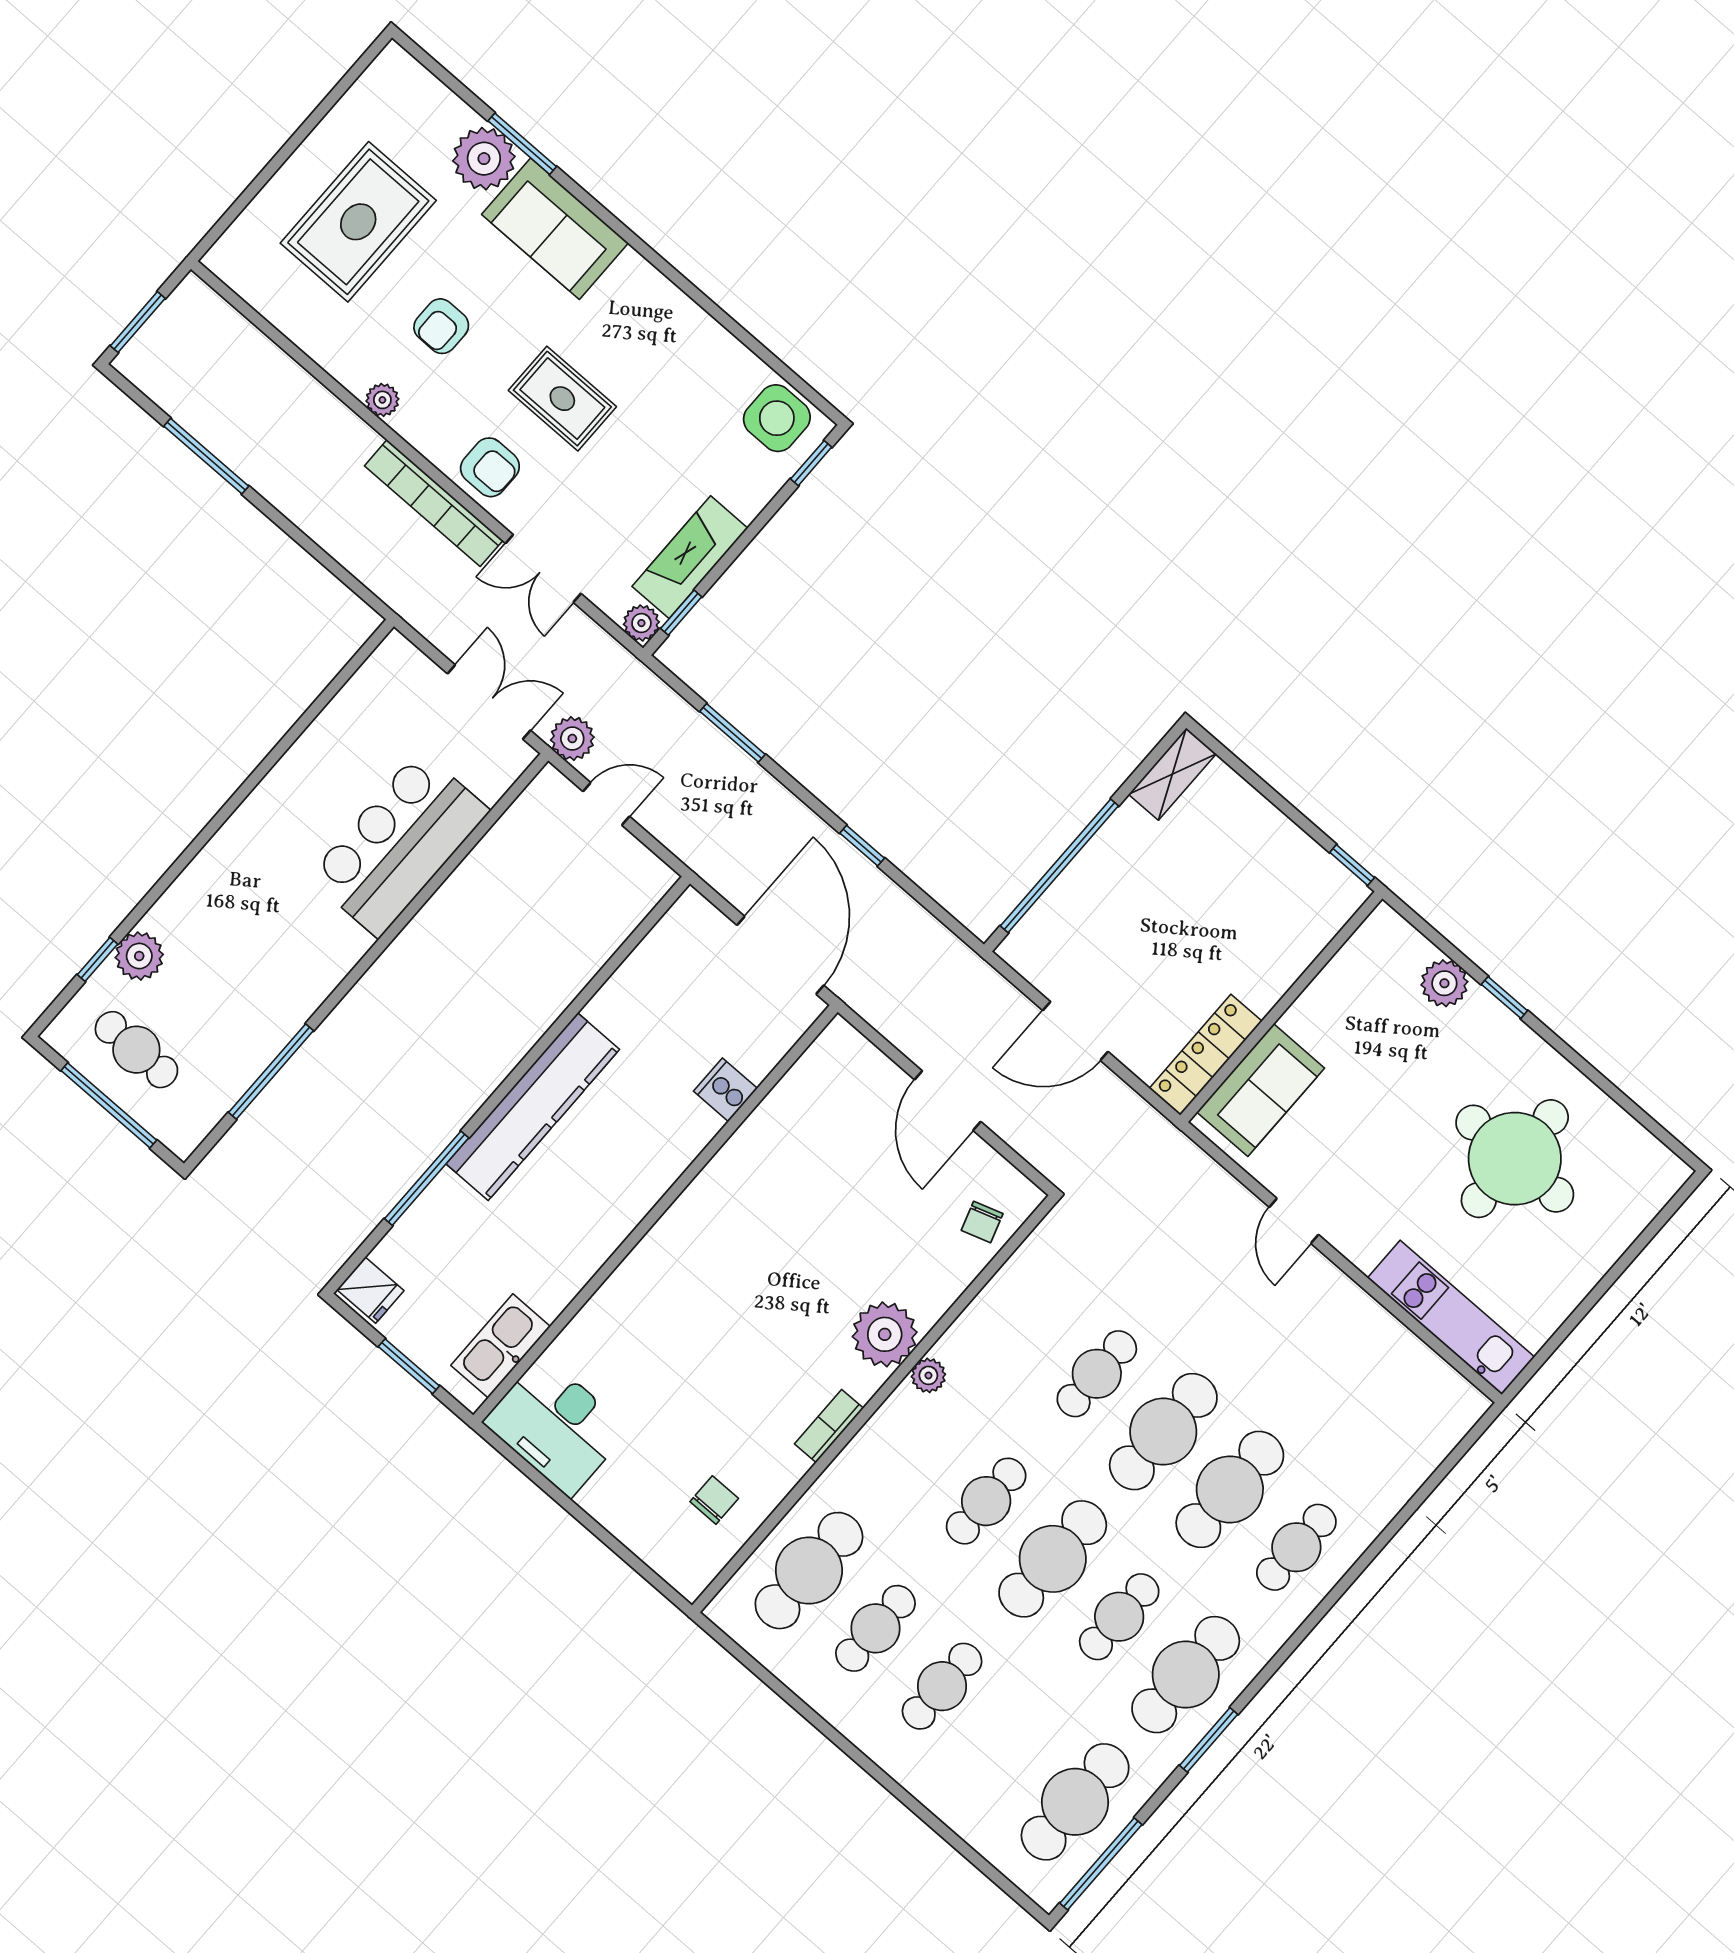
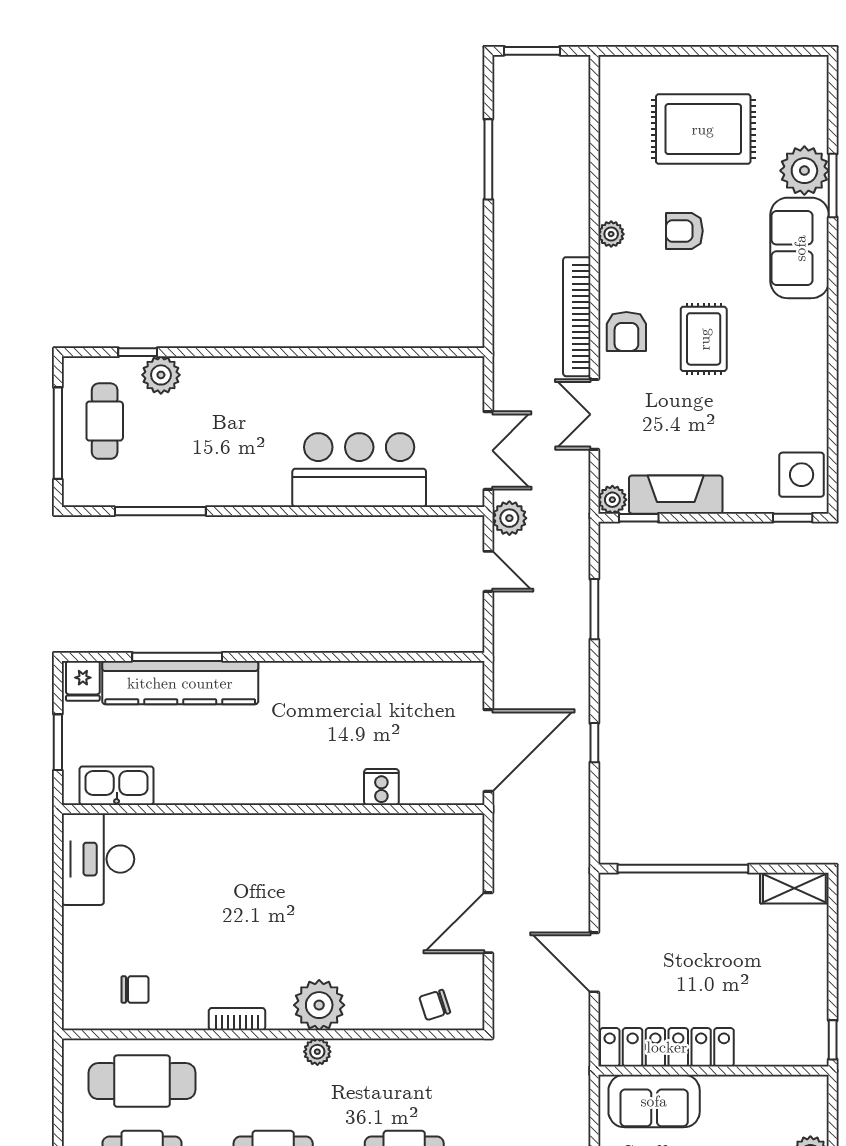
locker: (1206, 1055) -> (667, 1047), width x1.41, depth x1.21
kitchen counter: (533, 1107) -> (180, 683), moved

